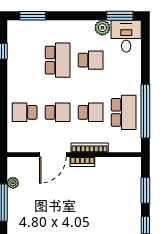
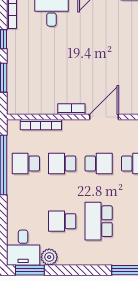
school desk: (58, 112) -> (99, 164), turned 180
school desk: (124, 112) -> (26, 164), width x0.54
bookcase: (90, 148) -> (41, 125), moved

